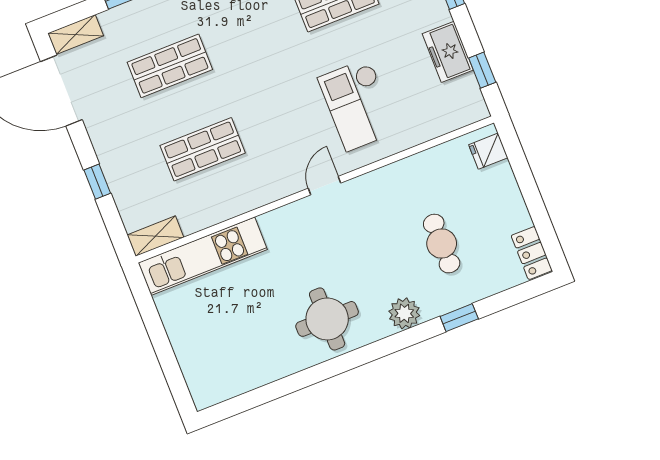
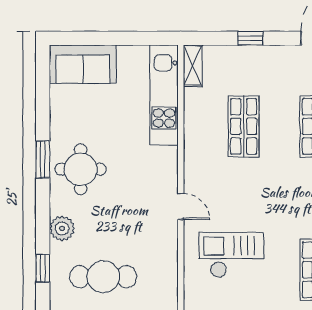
cafe table: (442, 244) -> (103, 277), width x1.37, depth x1.35
sofa: (204, 364) -> (83, 64), added
window: (333, 367) -> (43, 159), added

